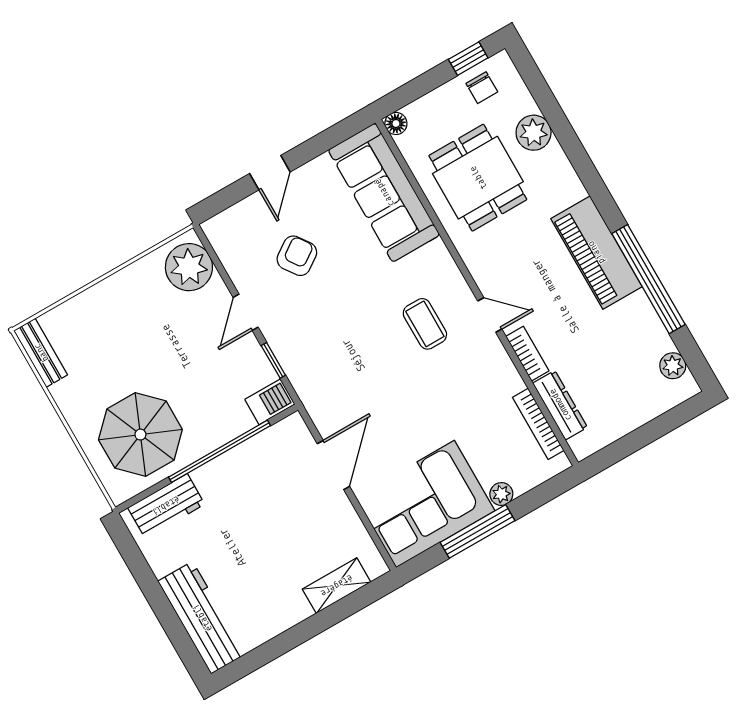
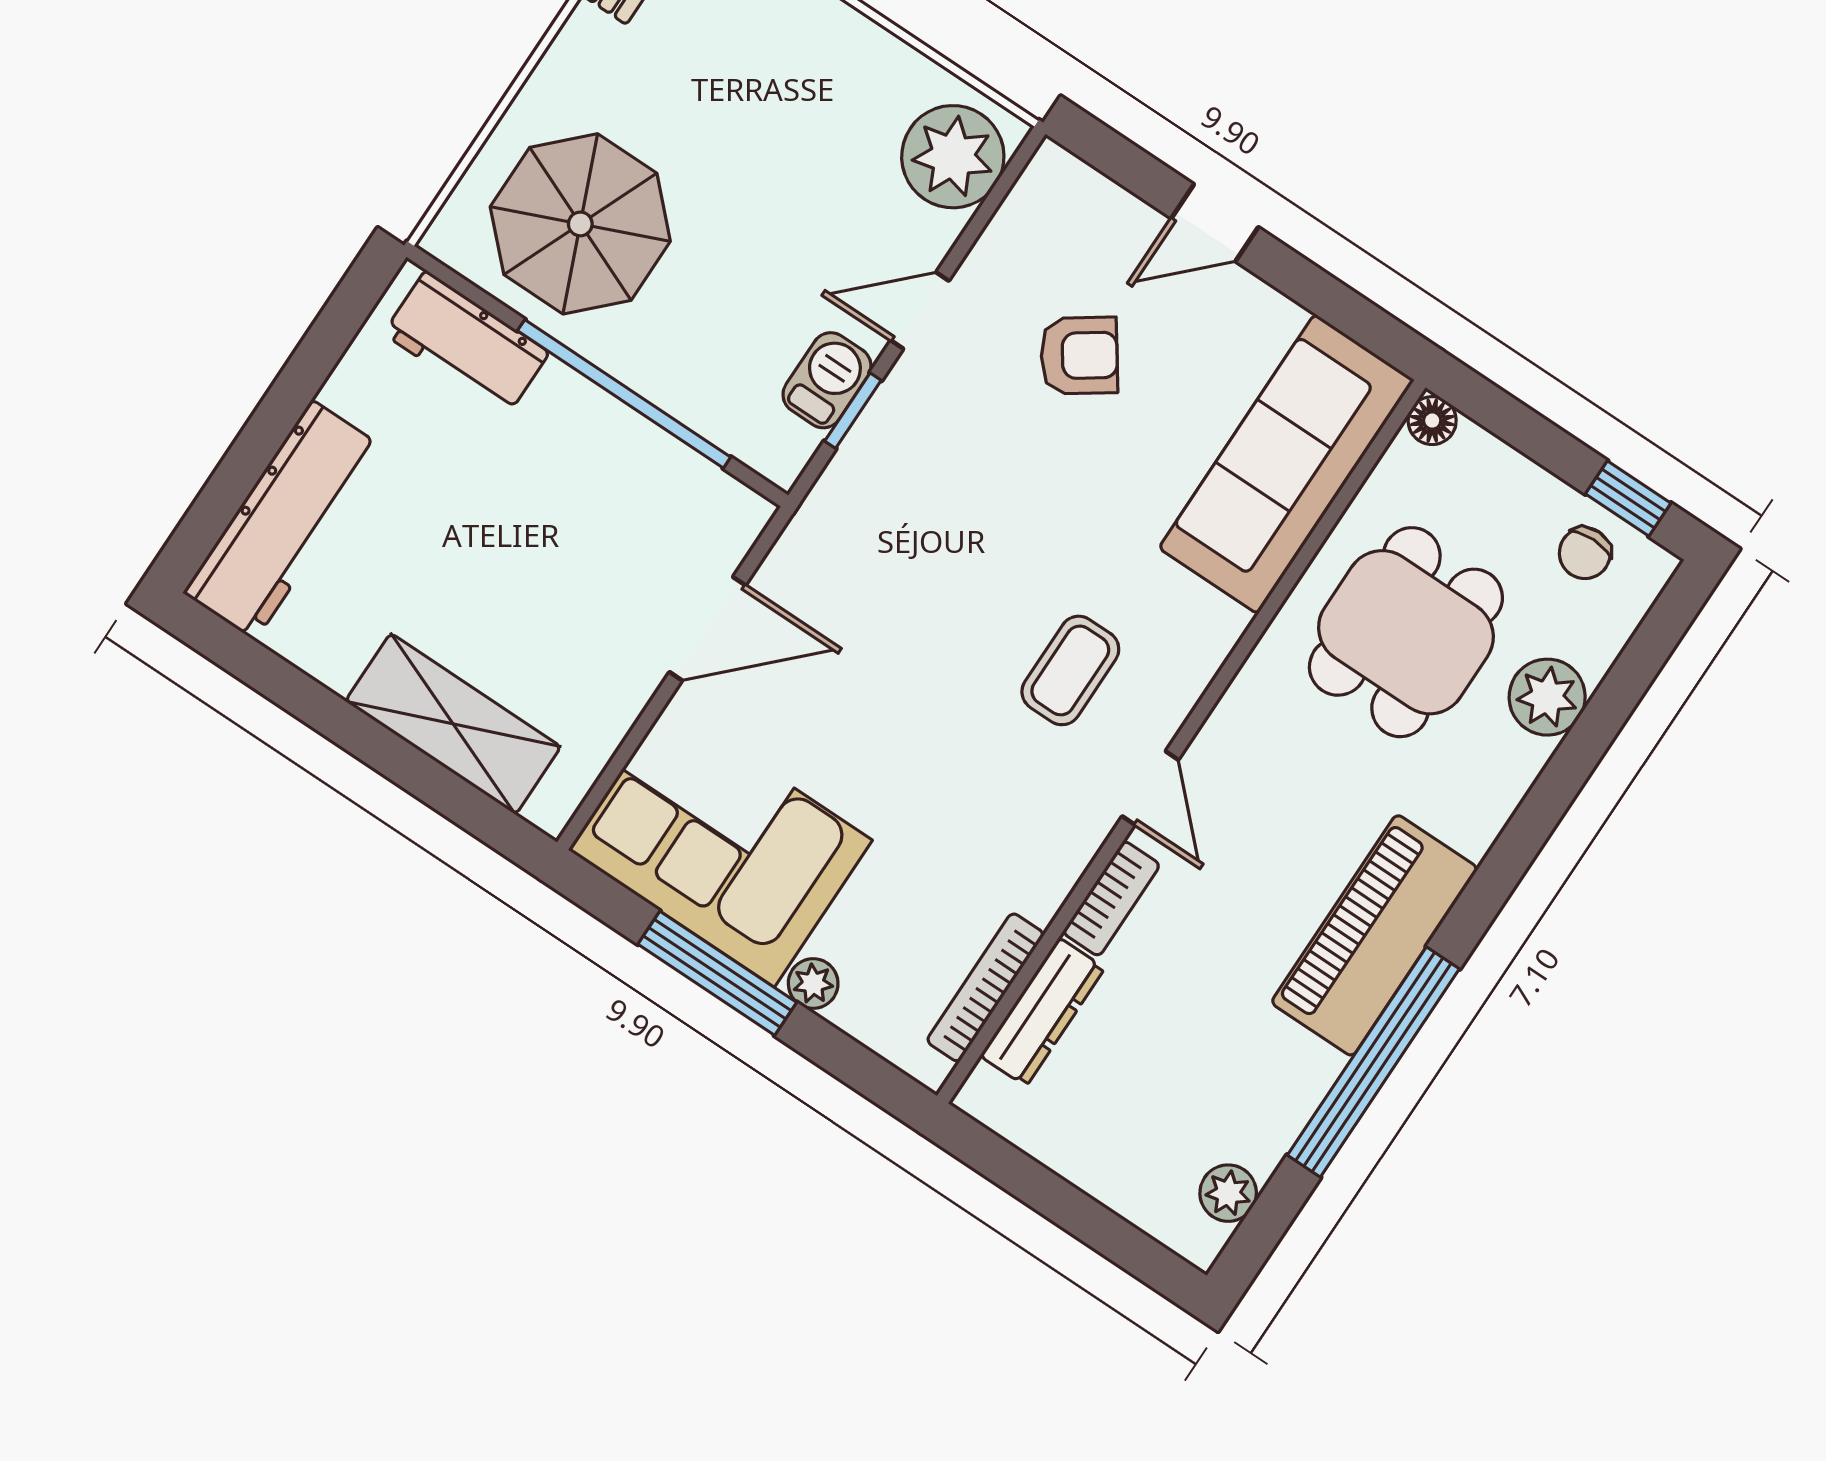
barbecue: (270, 402) -> (827, 380), moved, turned -90
shelving: (337, 586) -> (453, 724), width x1.50, depth x1.33

